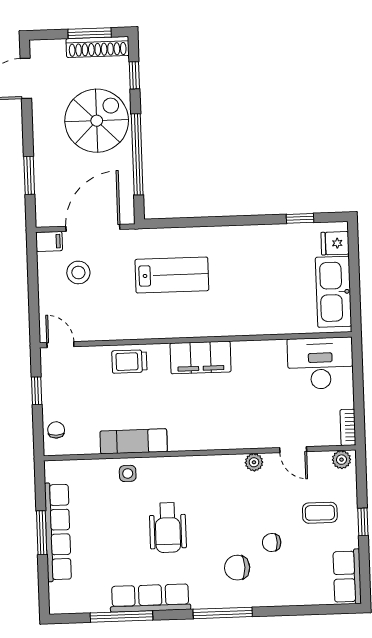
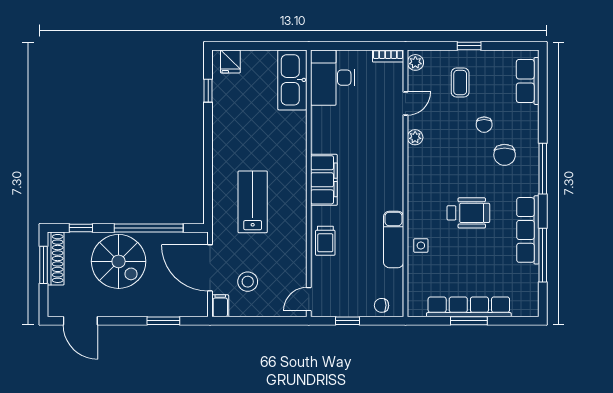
spiral stairs: (97, 121) -> (119, 261), turned 180
kitchen sink: (333, 292) -> (292, 80), moved, turned 90
row of seats: (347, 577) -> (528, 81), moved, turned 90

